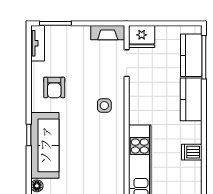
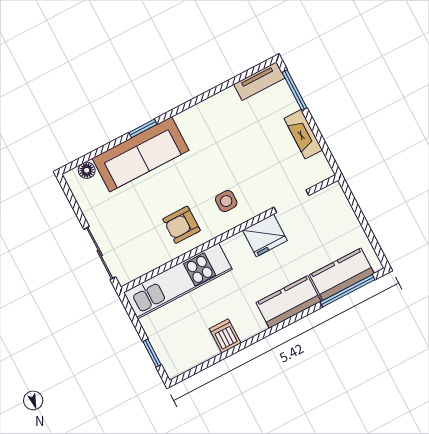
fireplace: (108, 33) -> (303, 134), moved
fridge: (142, 37) -> (265, 235), moved, turned -90
armchair: (54, 87) -> (182, 225), moved

